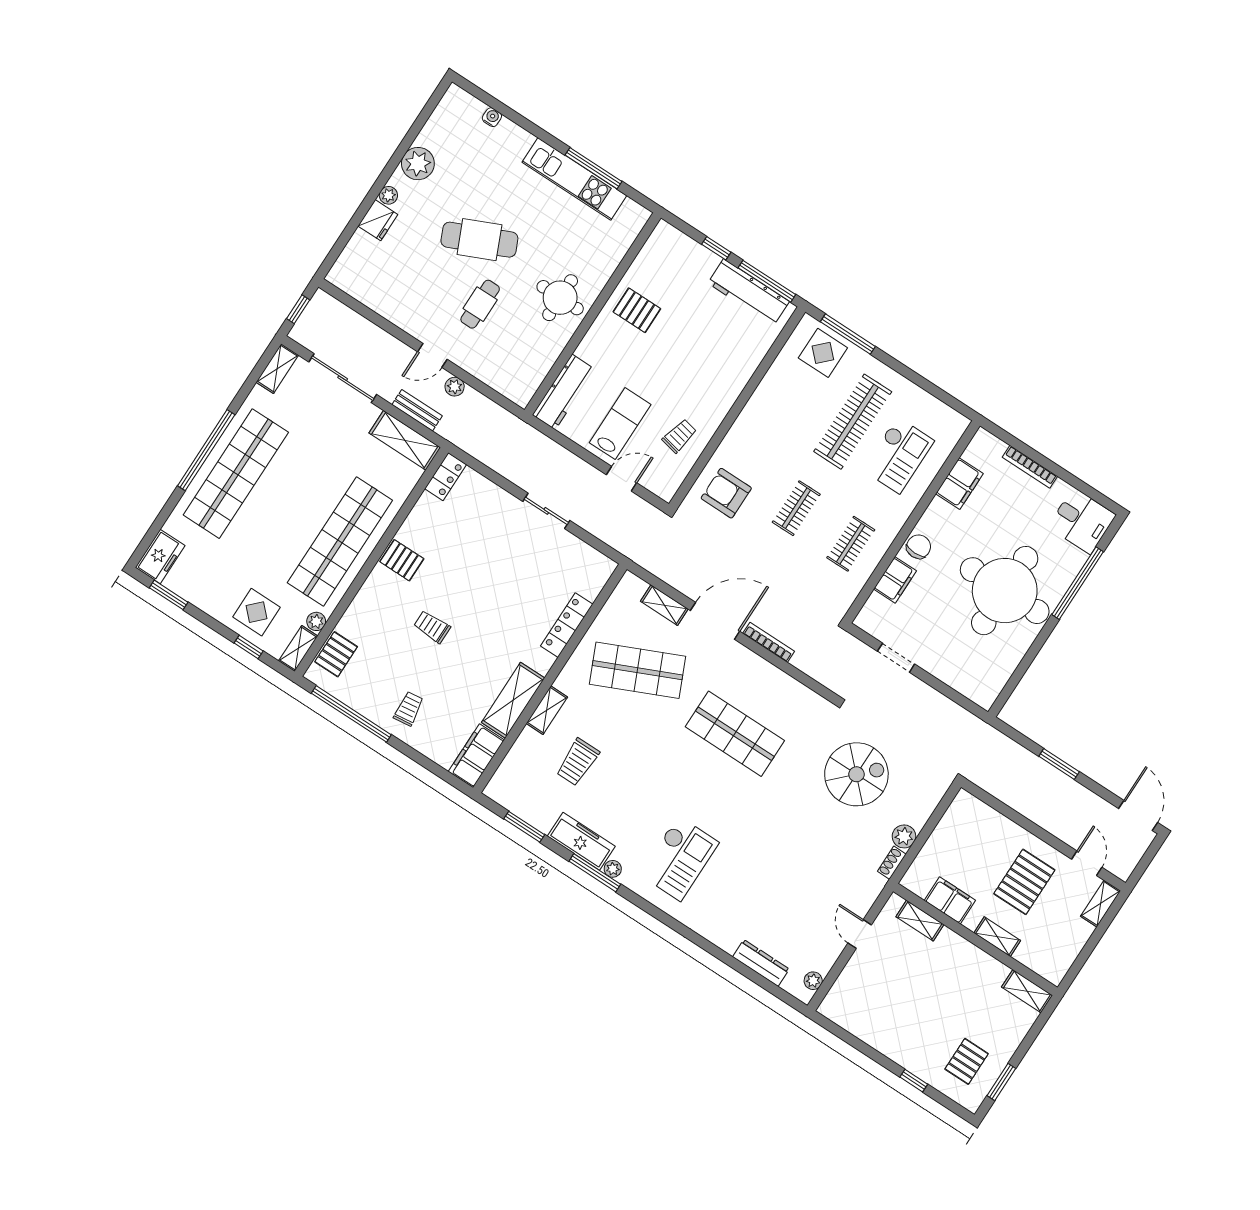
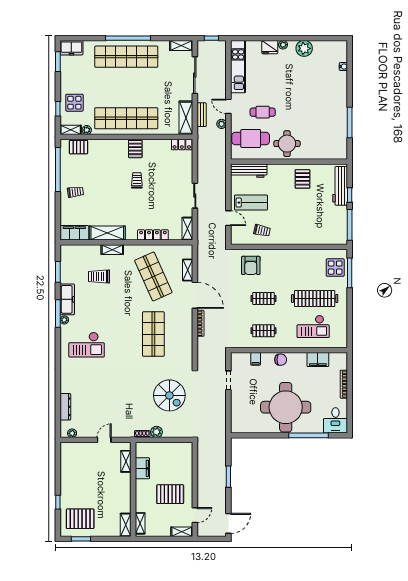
kitchen unit: (574, 179) -> (238, 67), moved, turned 180
cafe table: (479, 240) -> (251, 138), moved, turned -66
workbench: (749, 292) -> (340, 186), moved
armchair: (726, 493) -> (251, 265), turned 180
shelving: (594, 560) -> (187, 229), added
filing cabinet: (895, 580) -> (256, 359), width x0.50
trolley: (432, 627) -> (137, 180), moved
shelving: (997, 937) -> (140, 523), moved
pallet: (967, 1061) -> (80, 519), width x1.50, depth x1.42

